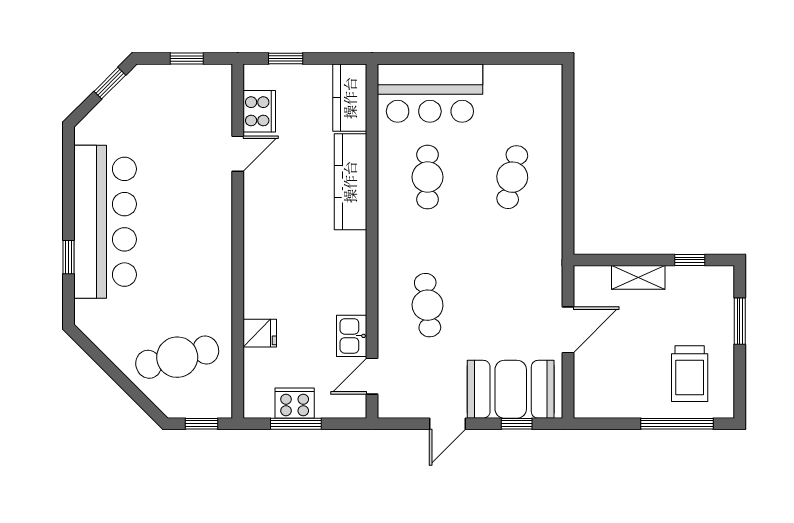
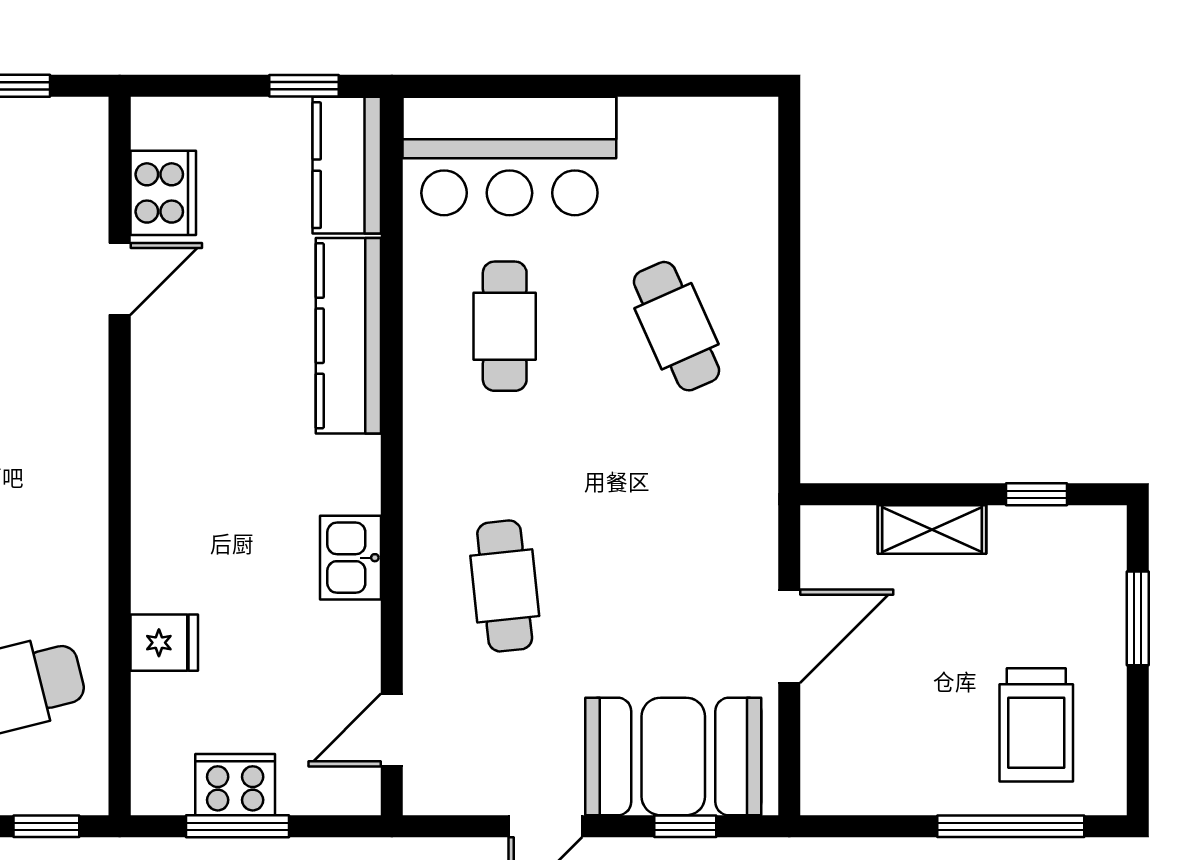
window: (286, 59) -> (304, 86), moved
cafe table: (512, 177) -> (676, 326), turned -36
kitchen sink: (352, 336) -> (351, 558), moved

